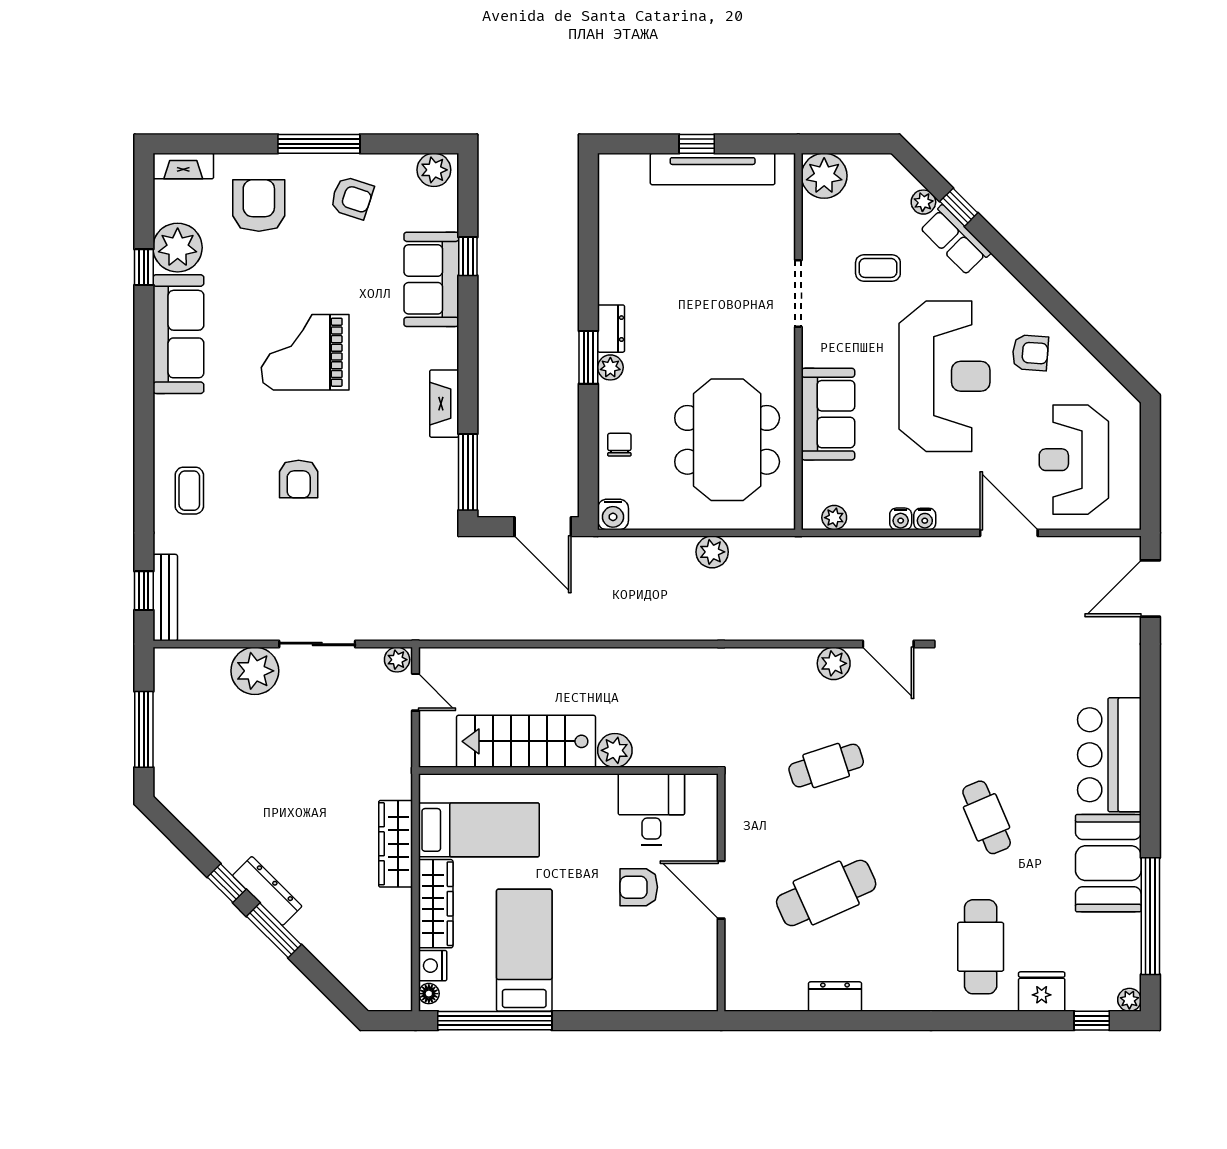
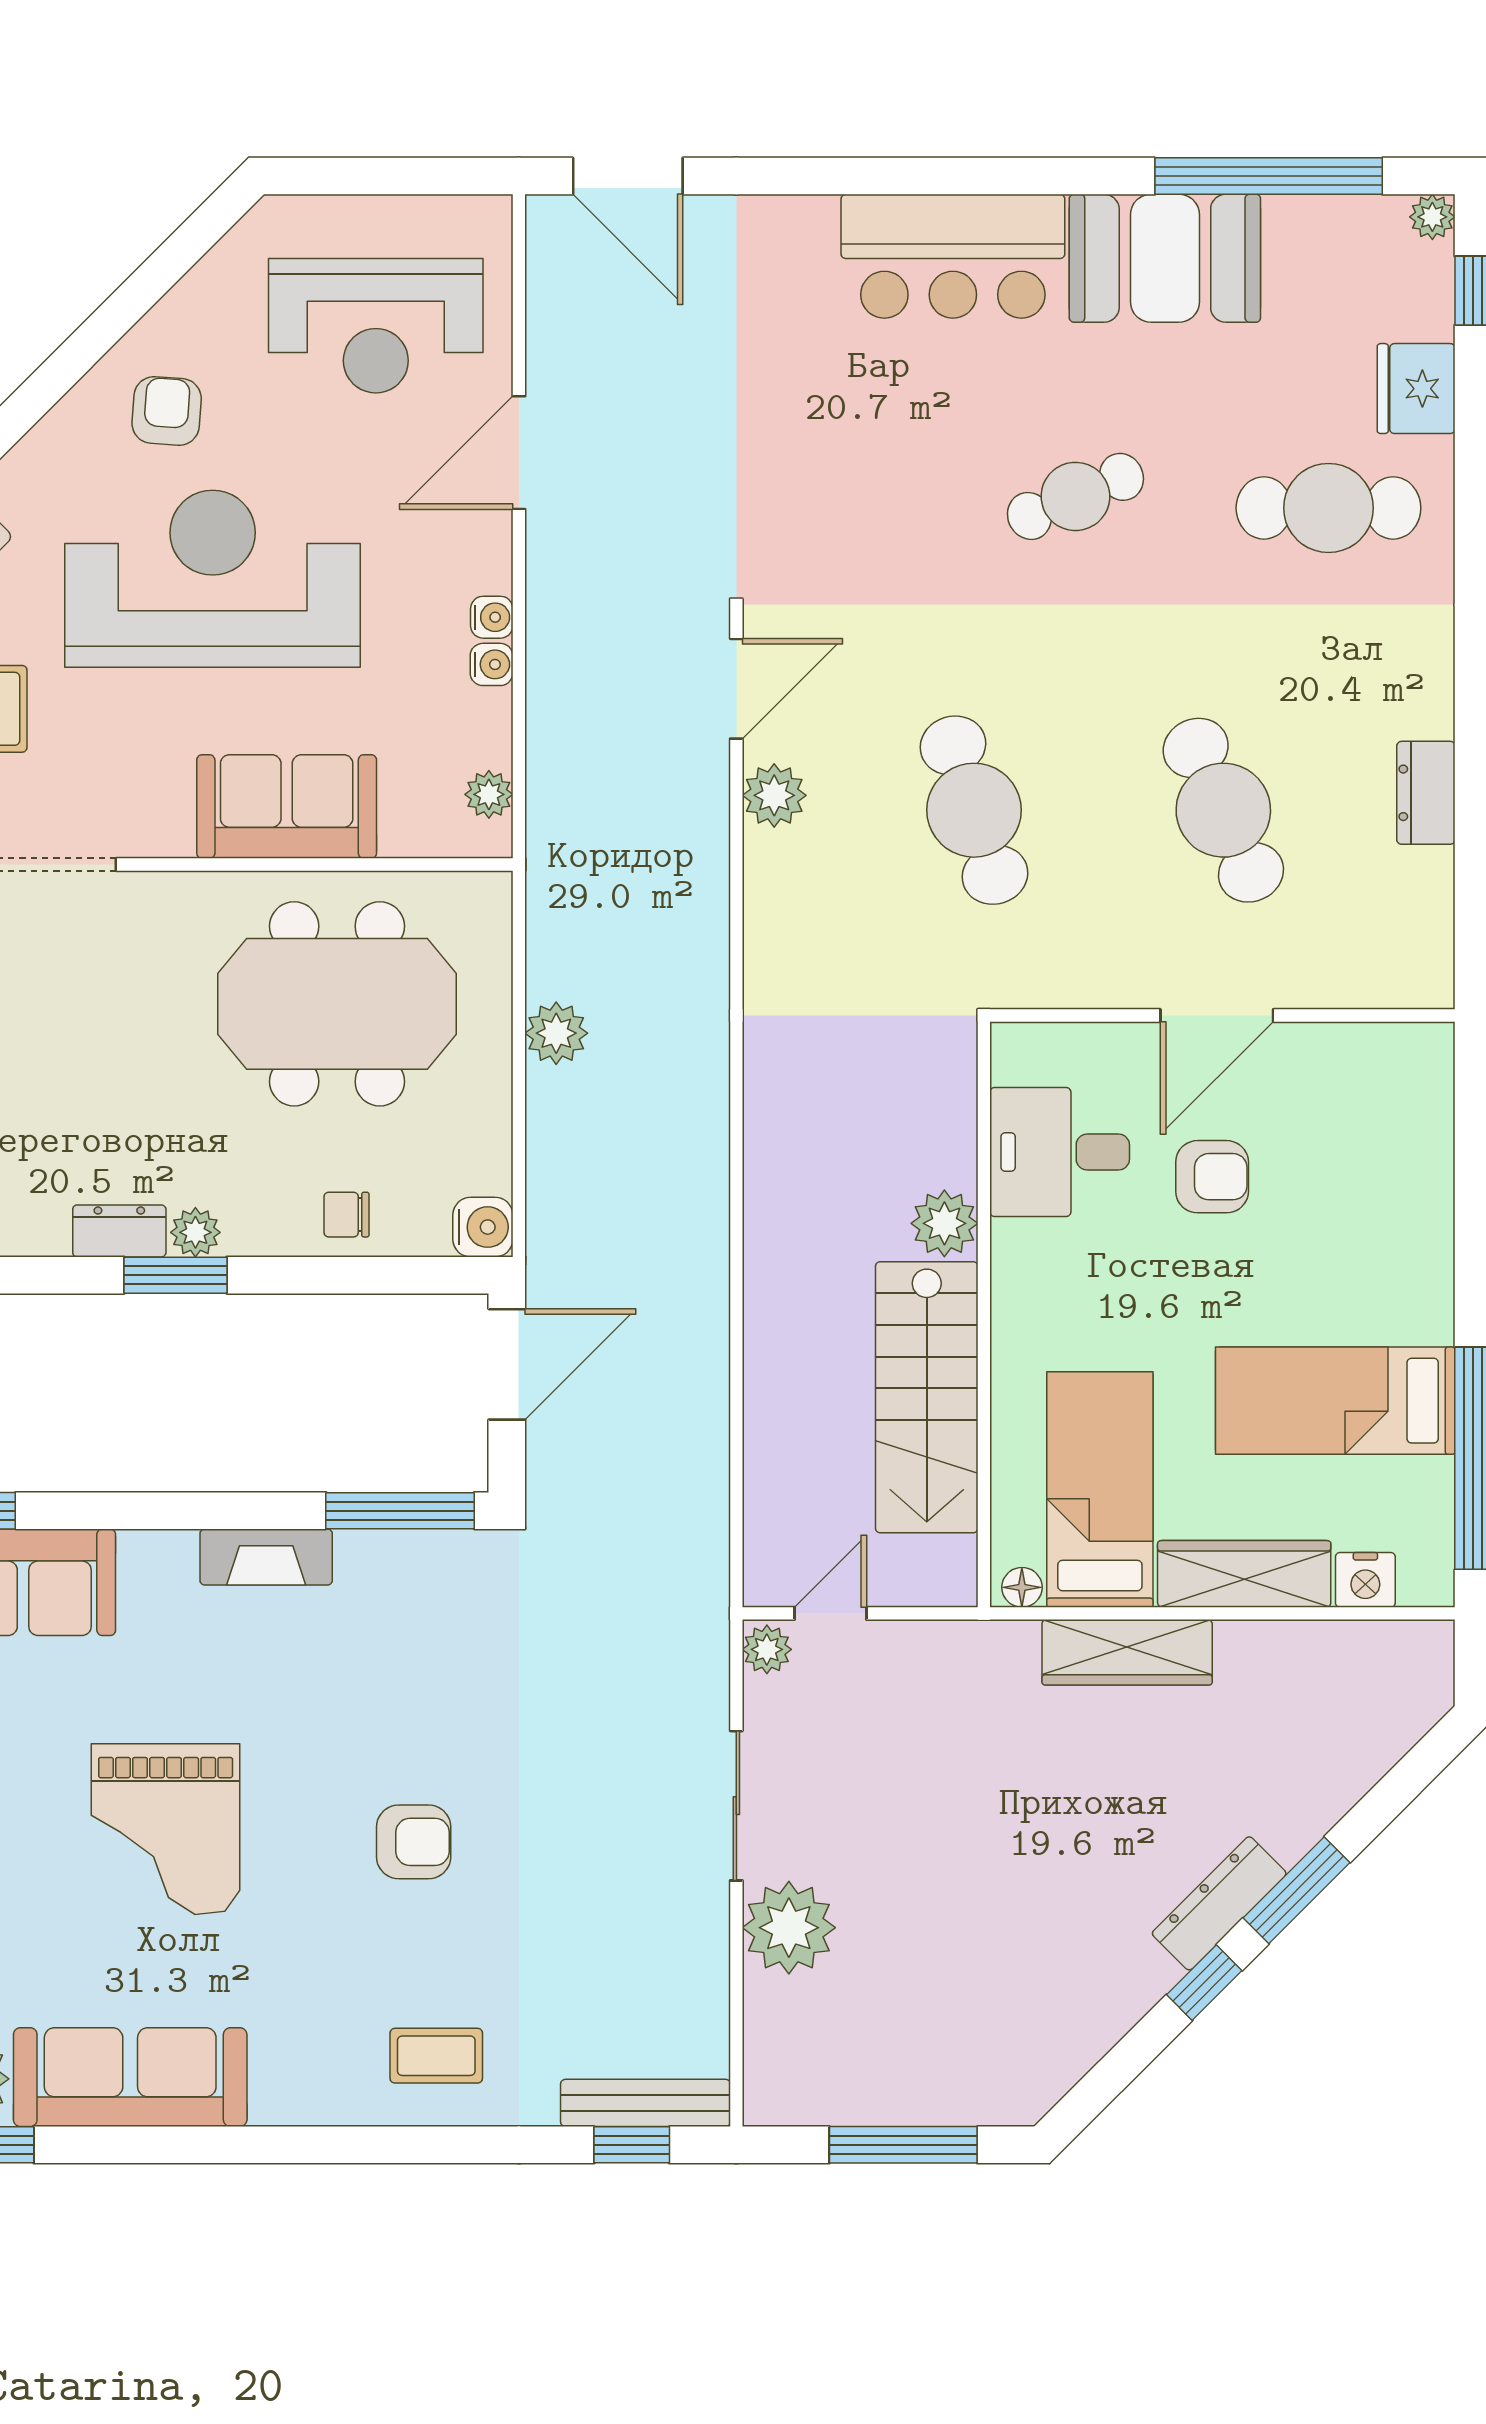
cafe table: (826, 766) -> (974, 810), width x1.37, depth x1.35
armchair: (639, 887) -> (1212, 1177), turned -90
floor lamp: (429, 994) -> (1022, 1587), moved

